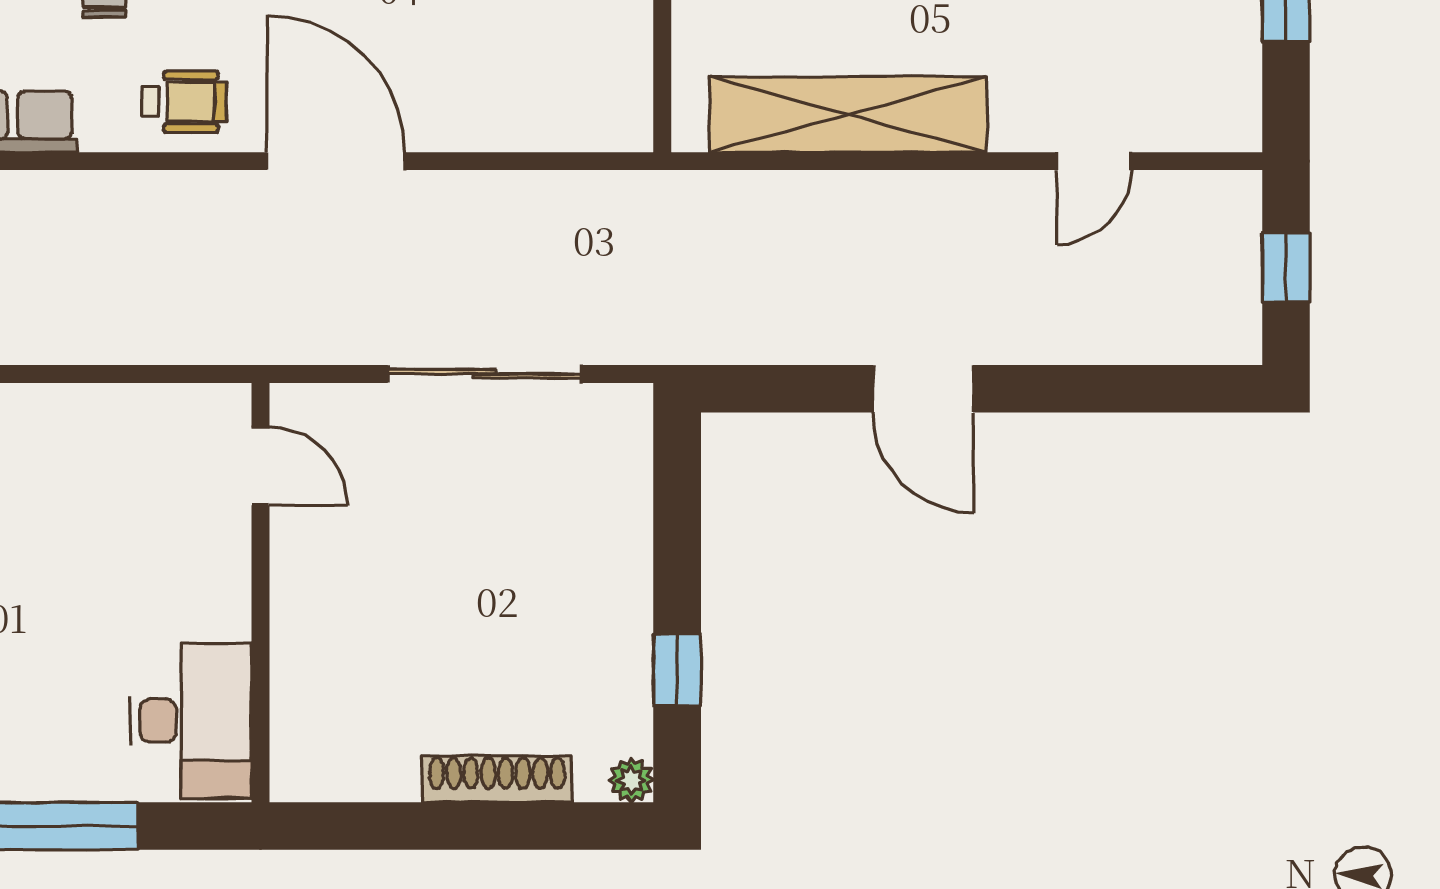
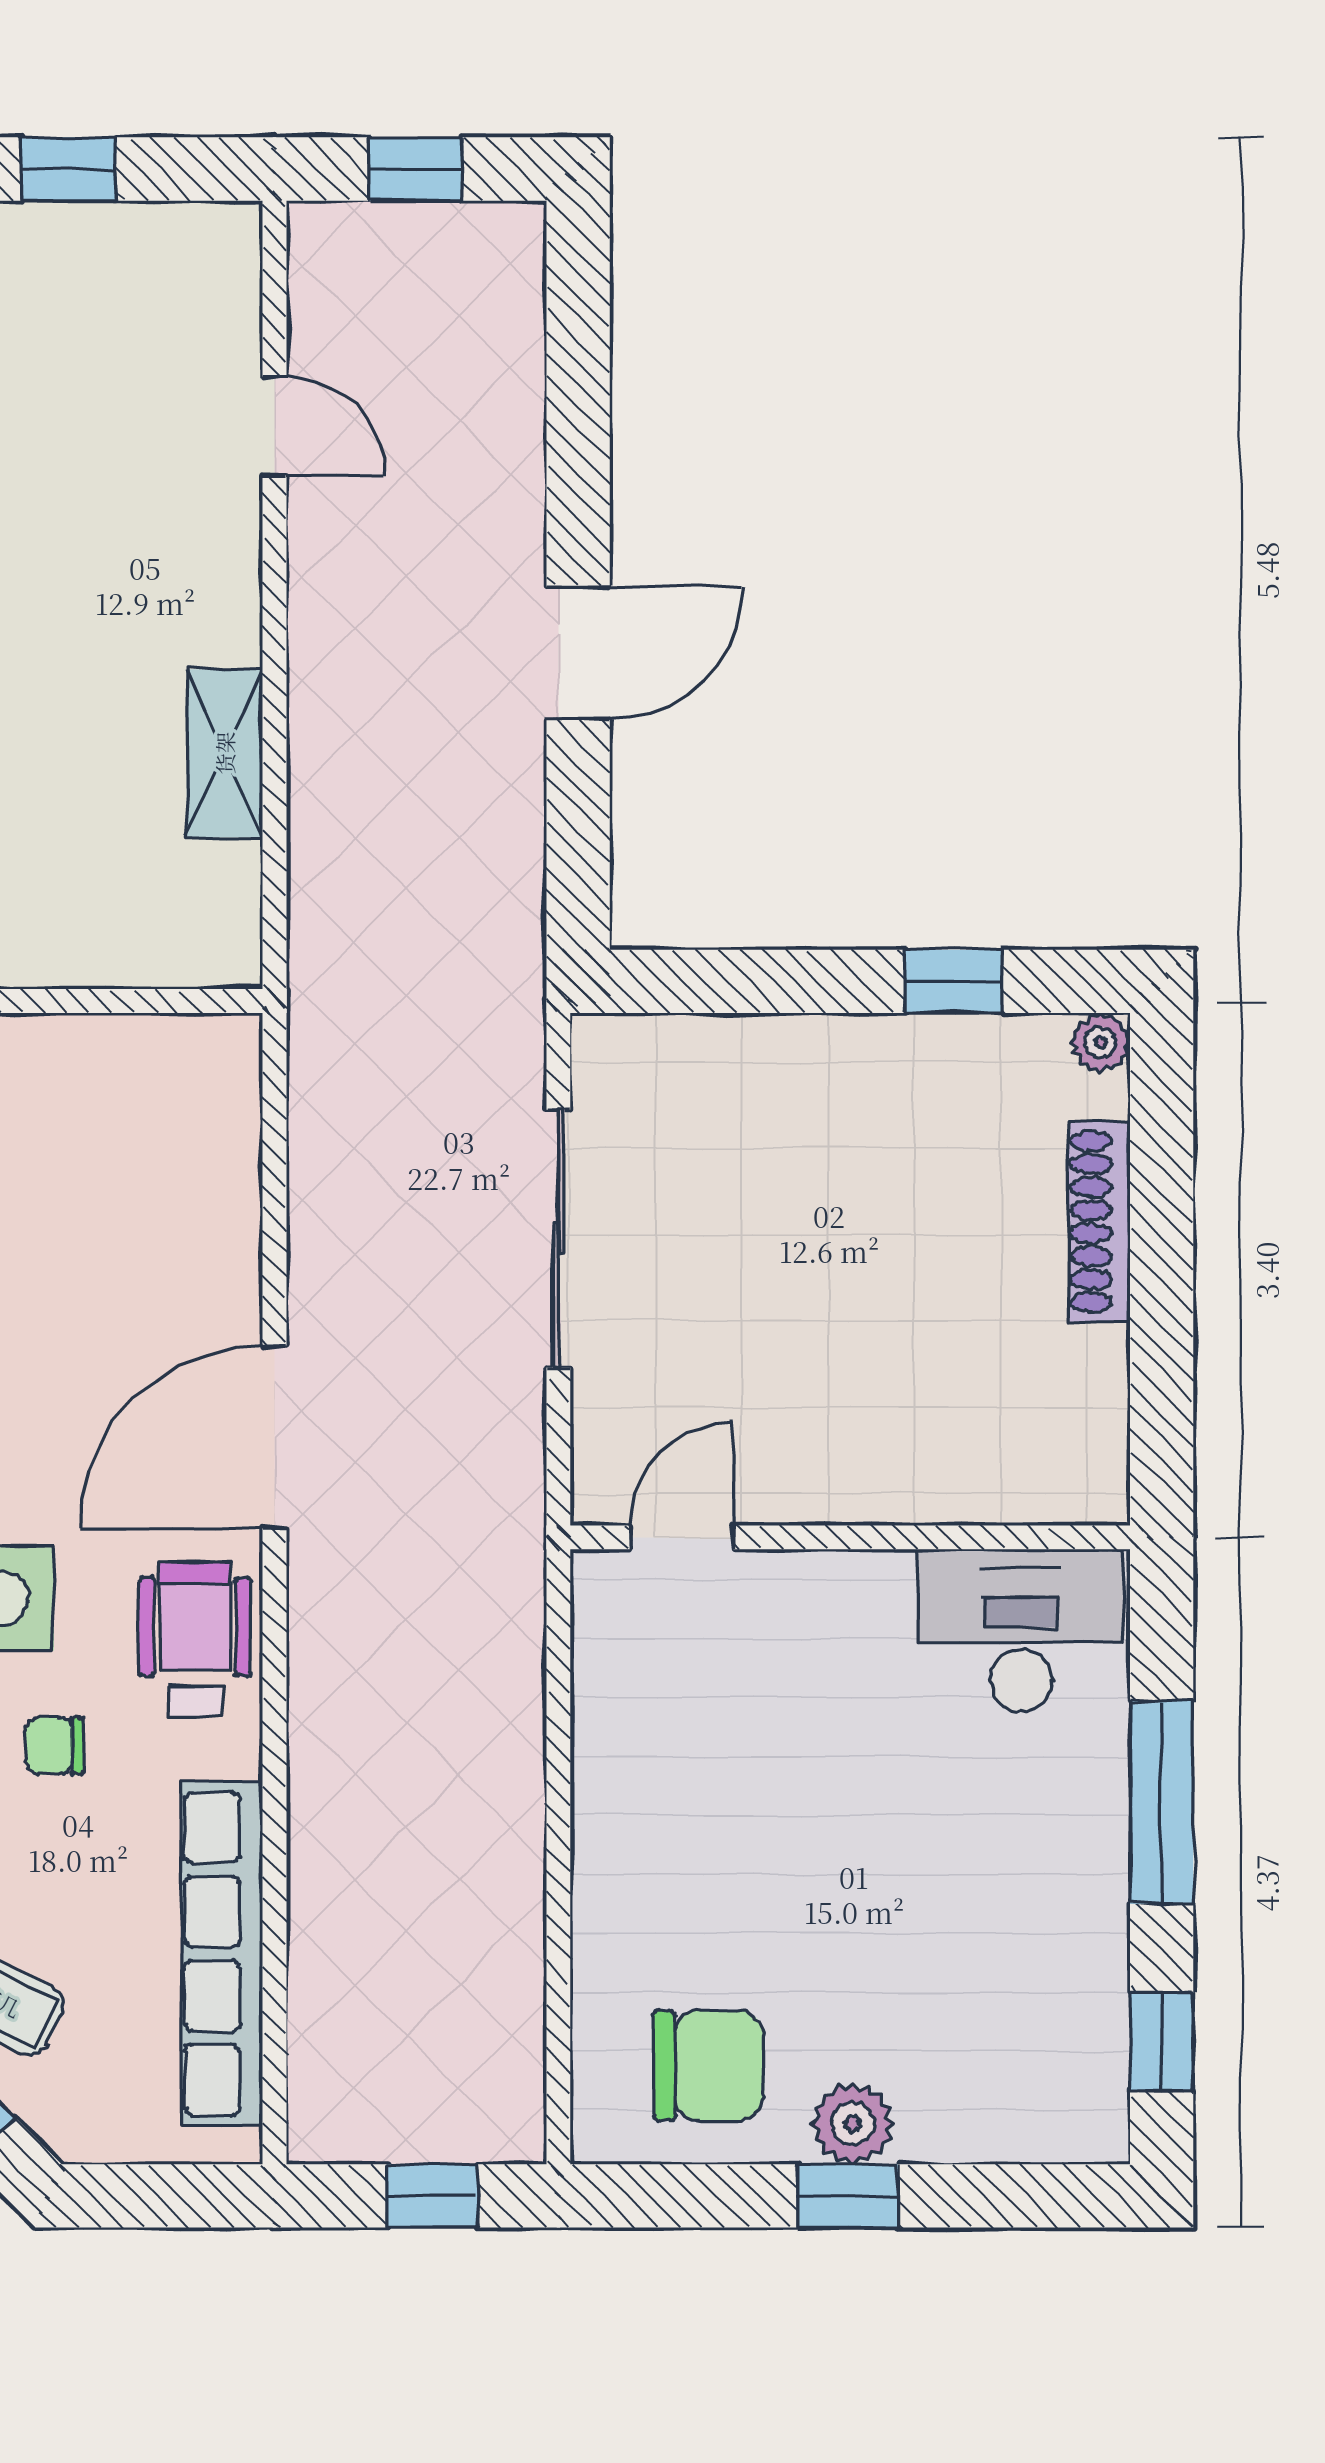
wheelchair: (184, 102) -> (195, 1639), width x1.36, depth x1.37
shelving: (848, 114) -> (225, 753), width x0.45, depth x0.75

